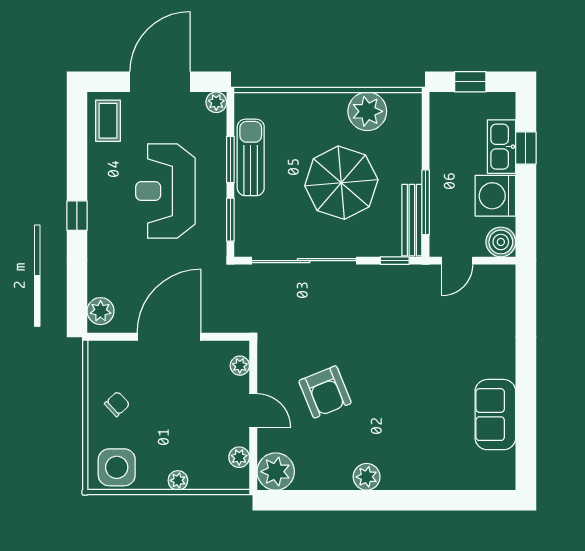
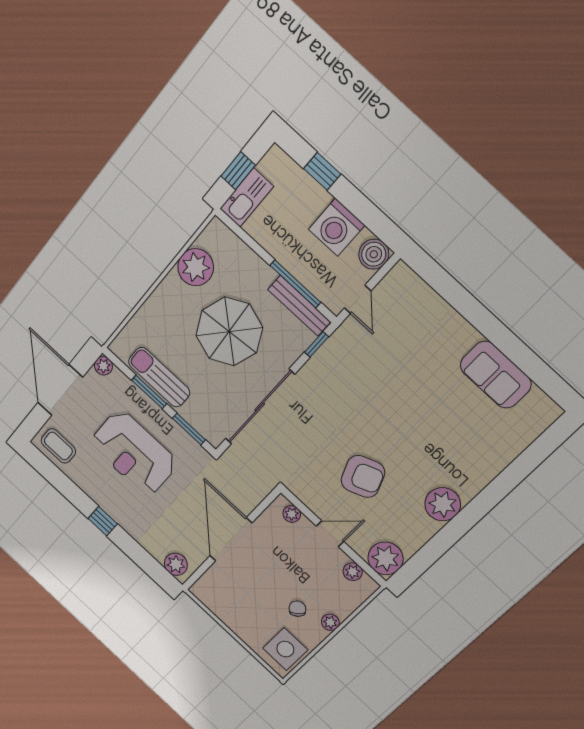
kitchen sink: (502, 147) -> (247, 198), moved, turned -90
chair: (117, 404) -> (297, 609), moved
plant: (367, 477) -> (443, 504), width x1.36, depth x1.36

